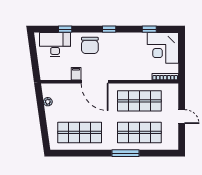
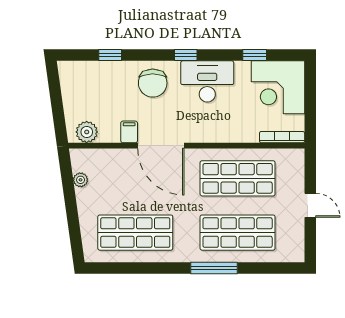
desk: (55, 44) -> (207, 81), moved
plant: (51, 74) -> (87, 132), added

